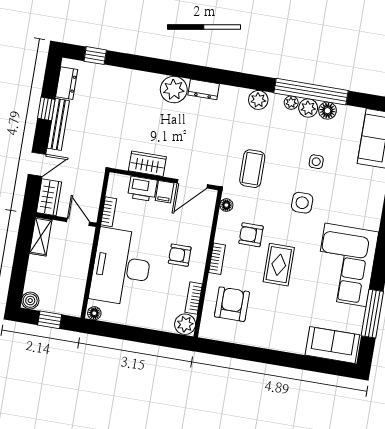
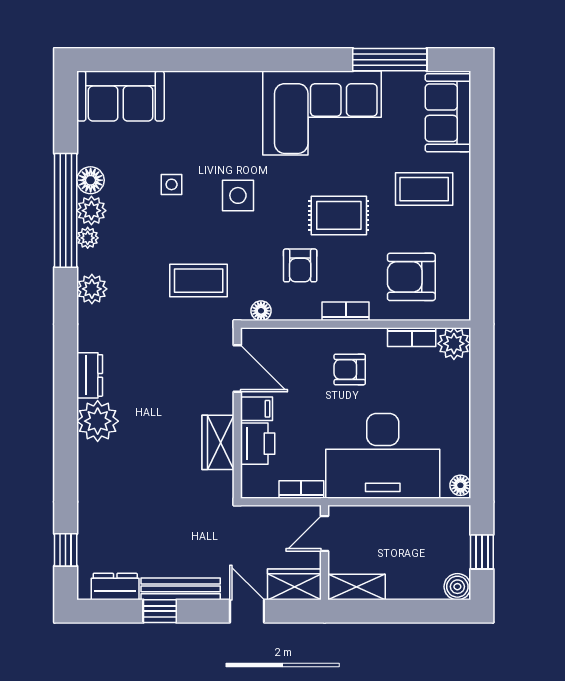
armchair: (180, 255) -> (350, 369), turned 90
coffee table: (286, 322) -> (424, 189), added

